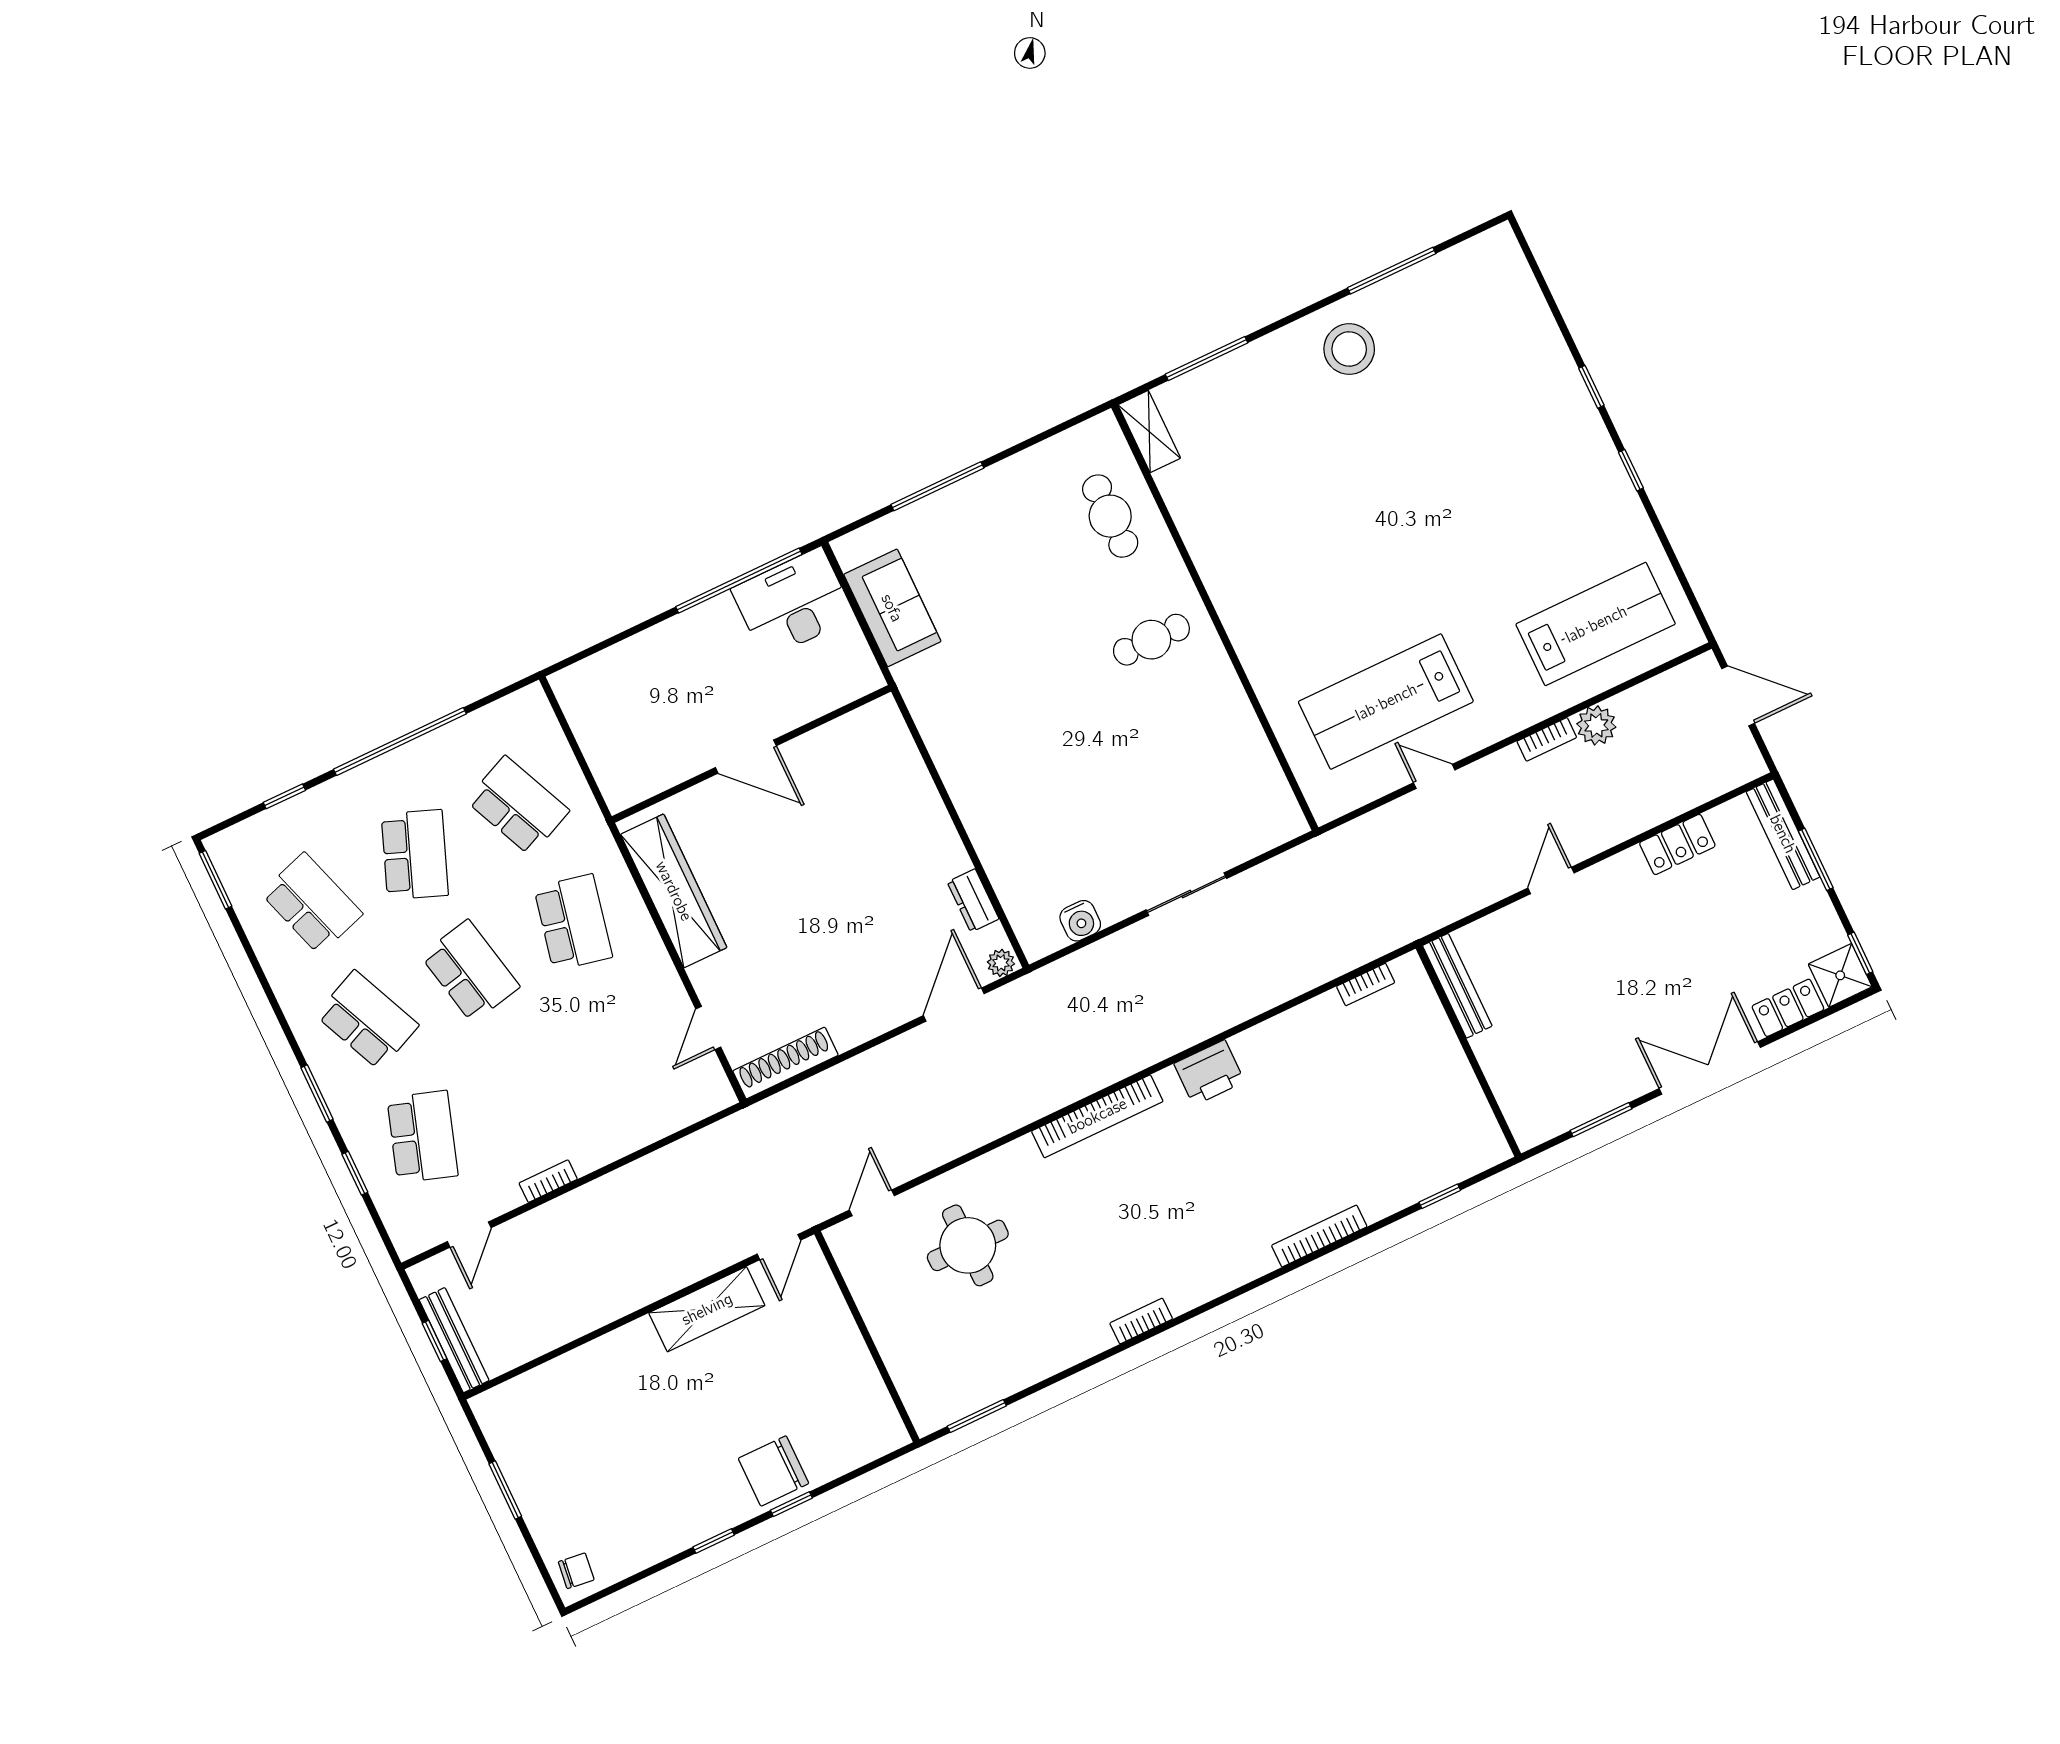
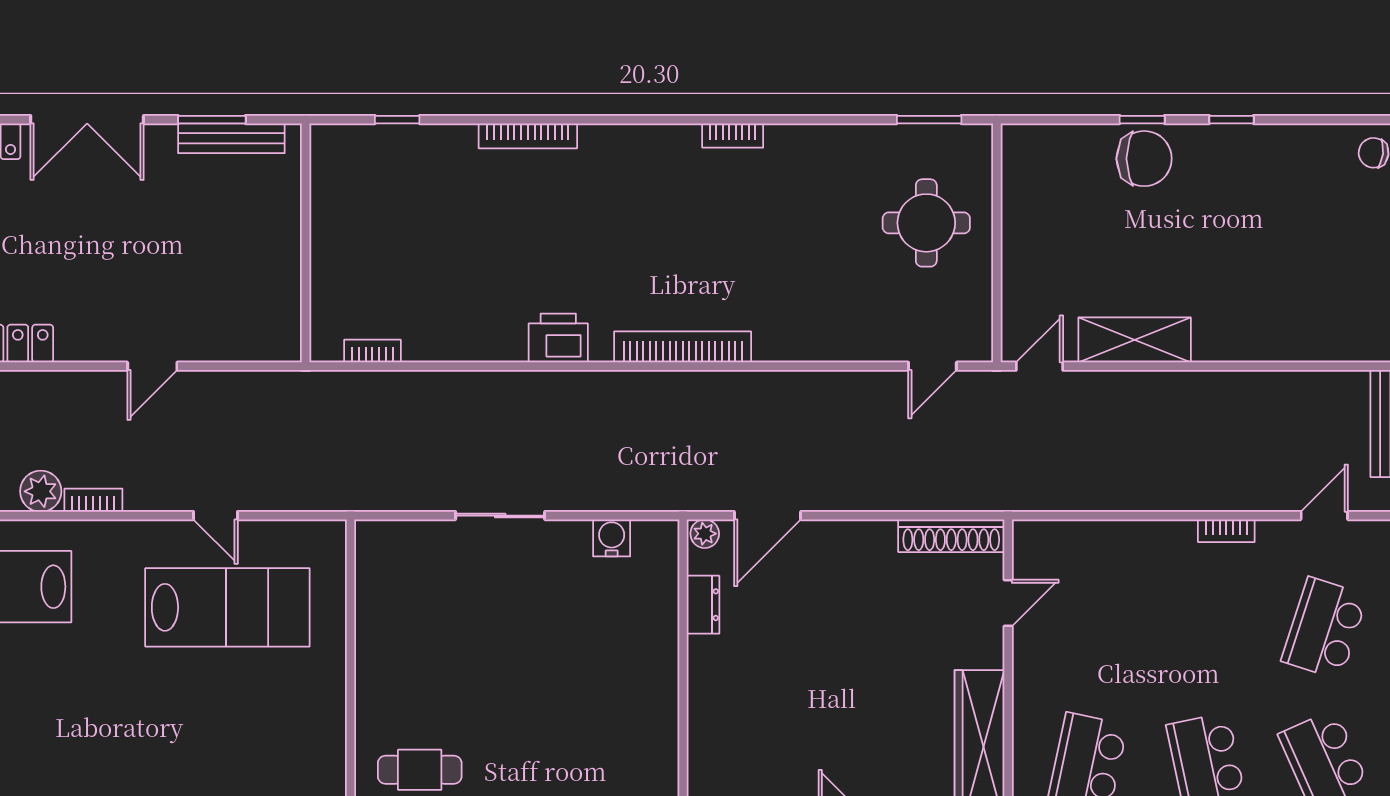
bench: (1457, 986) -> (231, 138), moved, turned 90
round table: (968, 1245) -> (926, 223), moved

